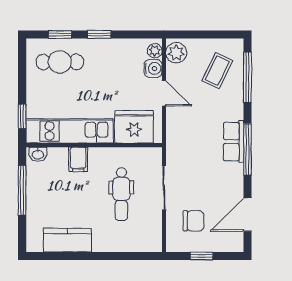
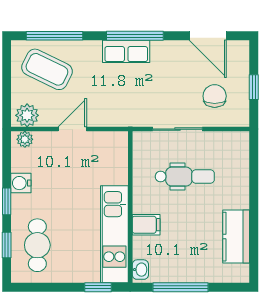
water cooler: (153, 68) -> (21, 183), moved, turned -90
coffee table: (217, 71) -> (47, 69), width x1.36, depth x1.30
fridge: (134, 127) -> (110, 162), removed

